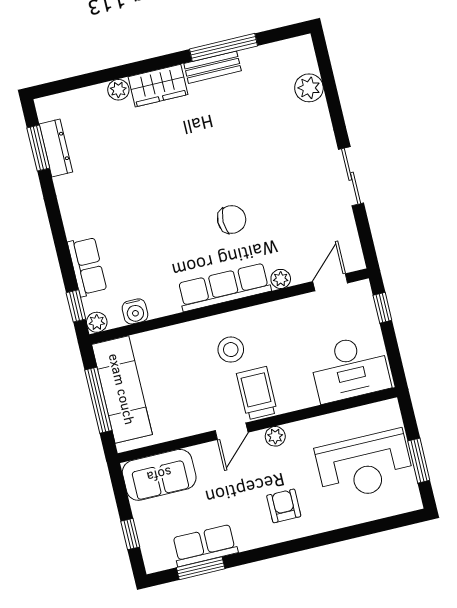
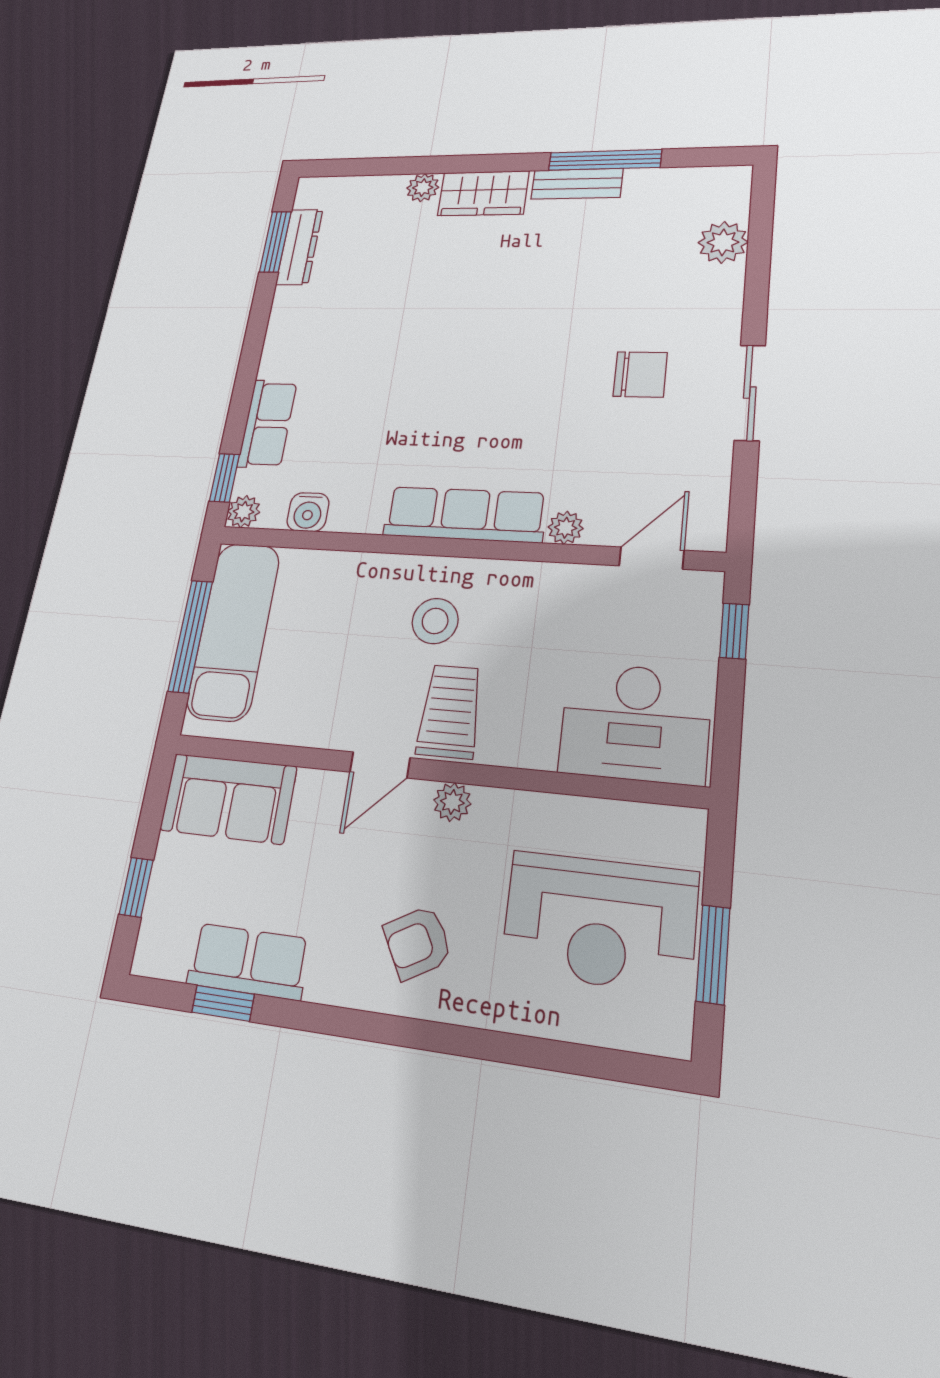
chair: (232, 220) -> (640, 374), moved
armchair: (284, 506) -> (418, 943), turned -119
window: (201, 568) -> (223, 1003), width x0.67

